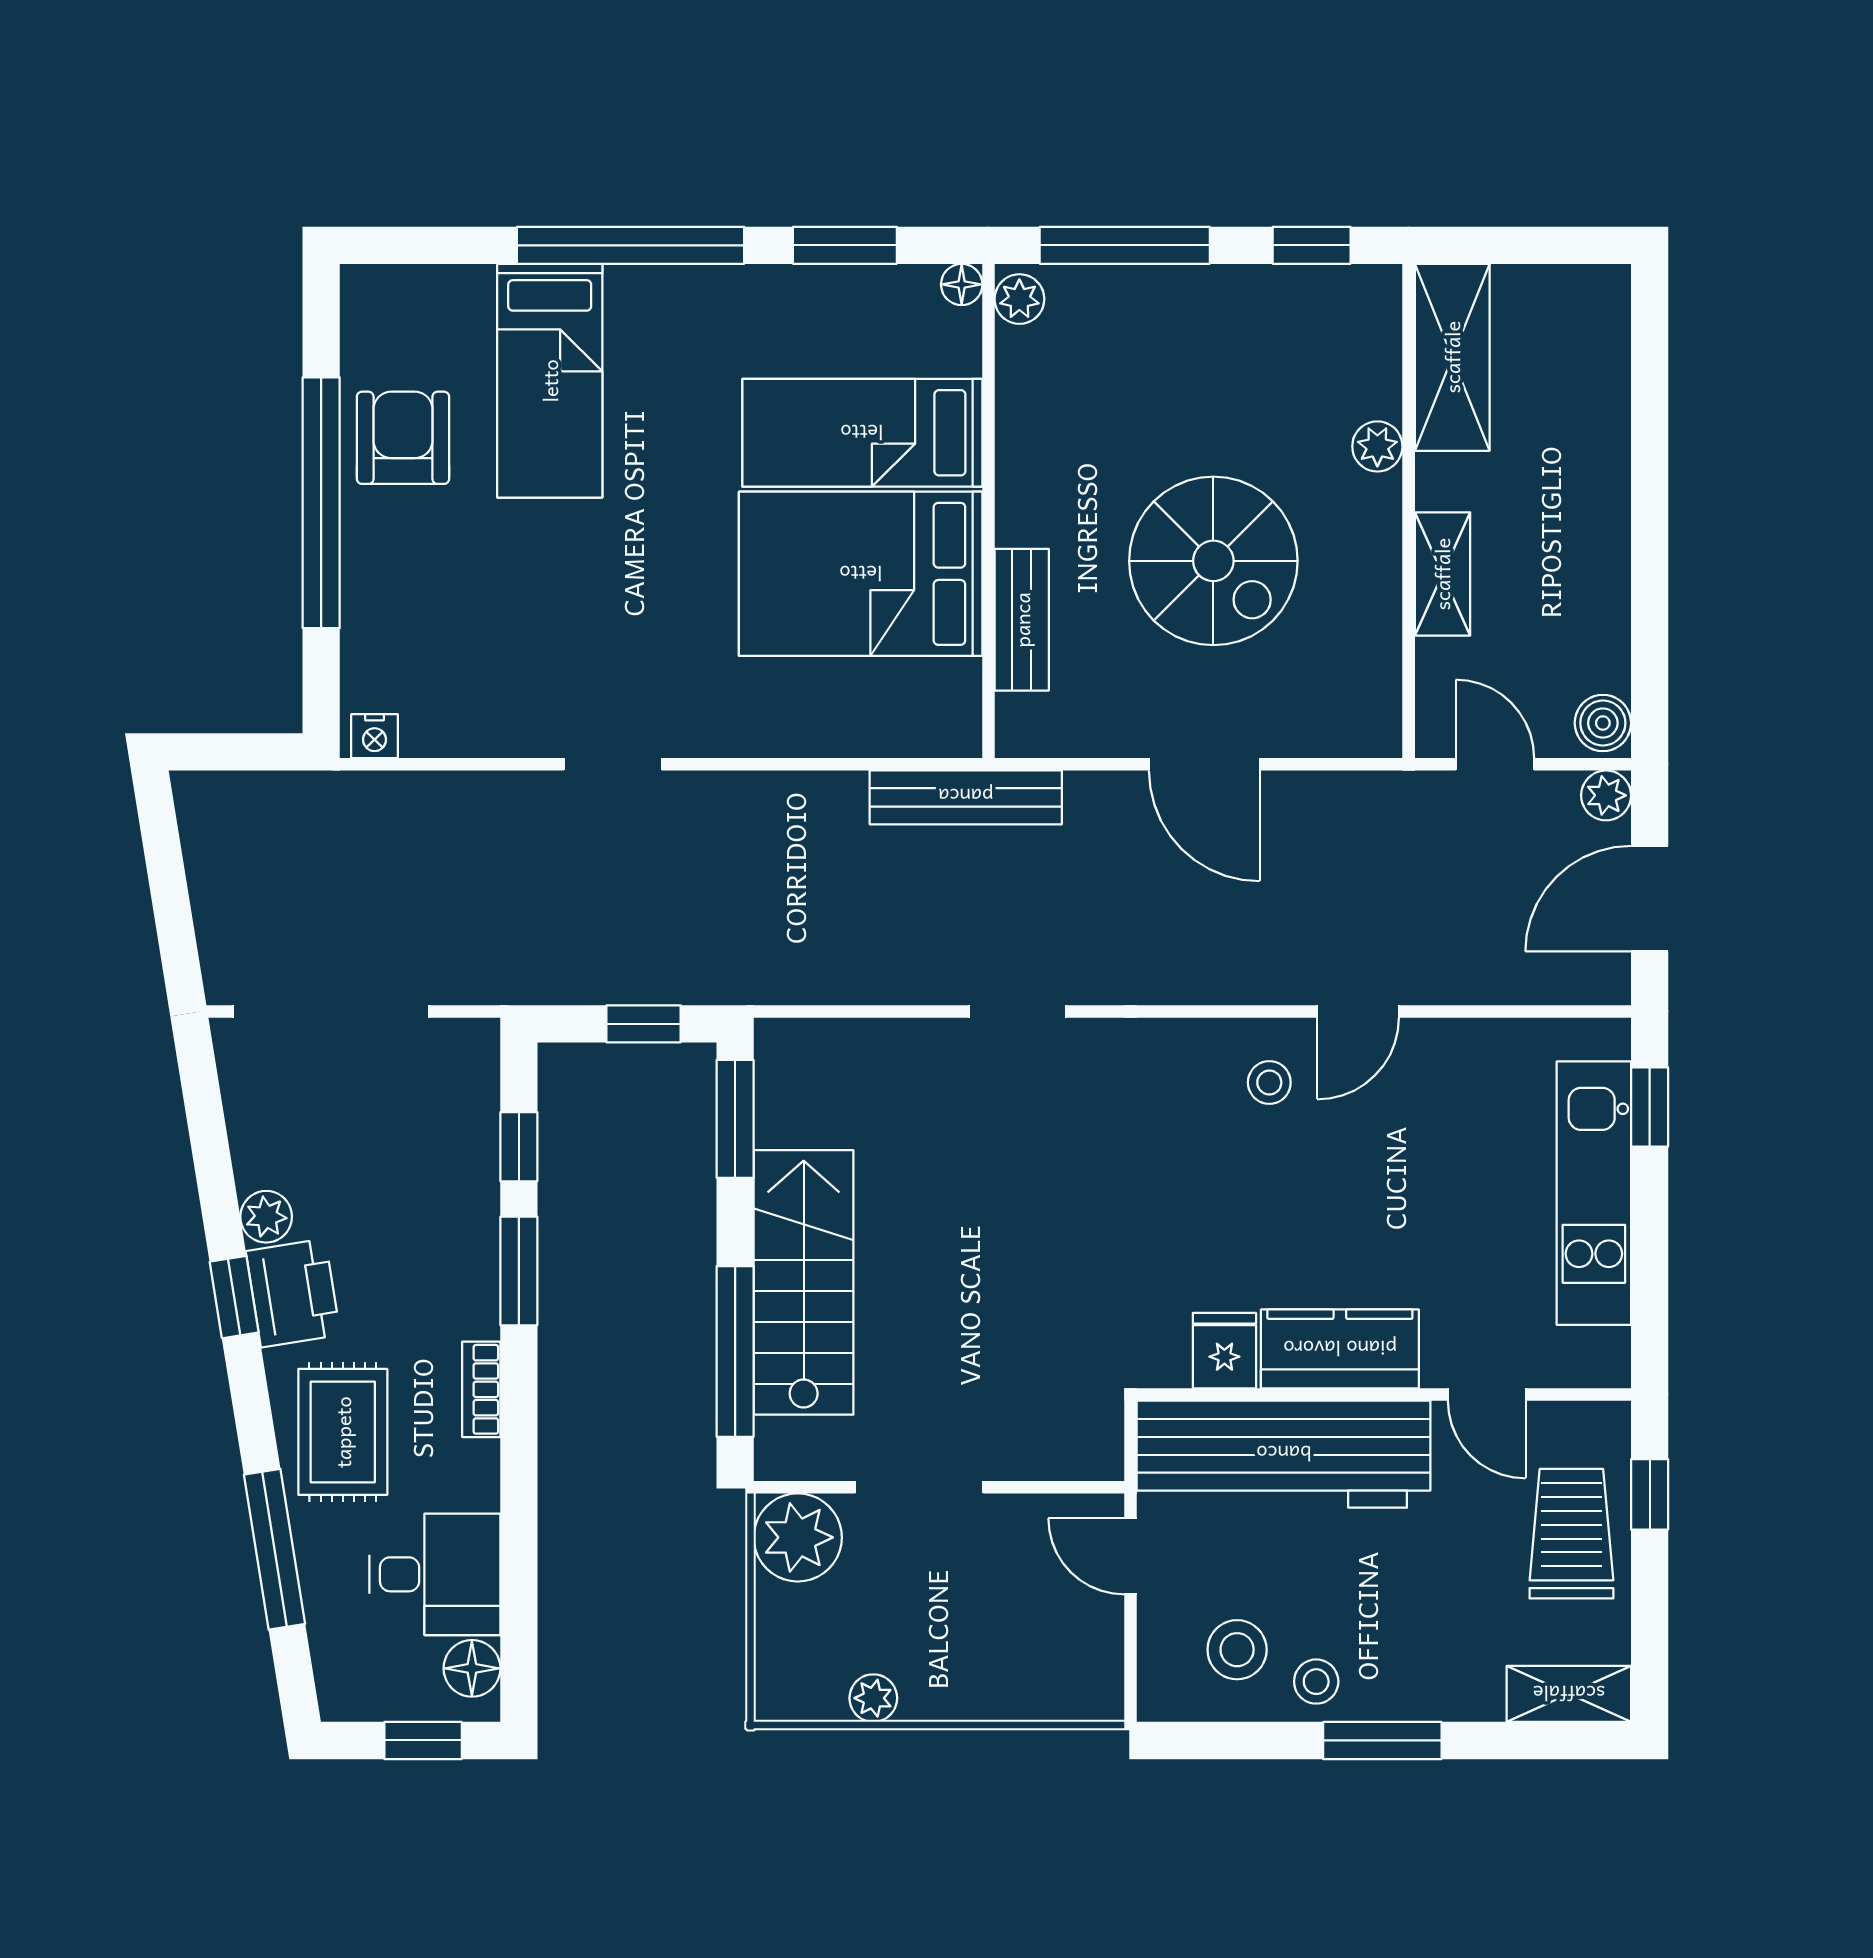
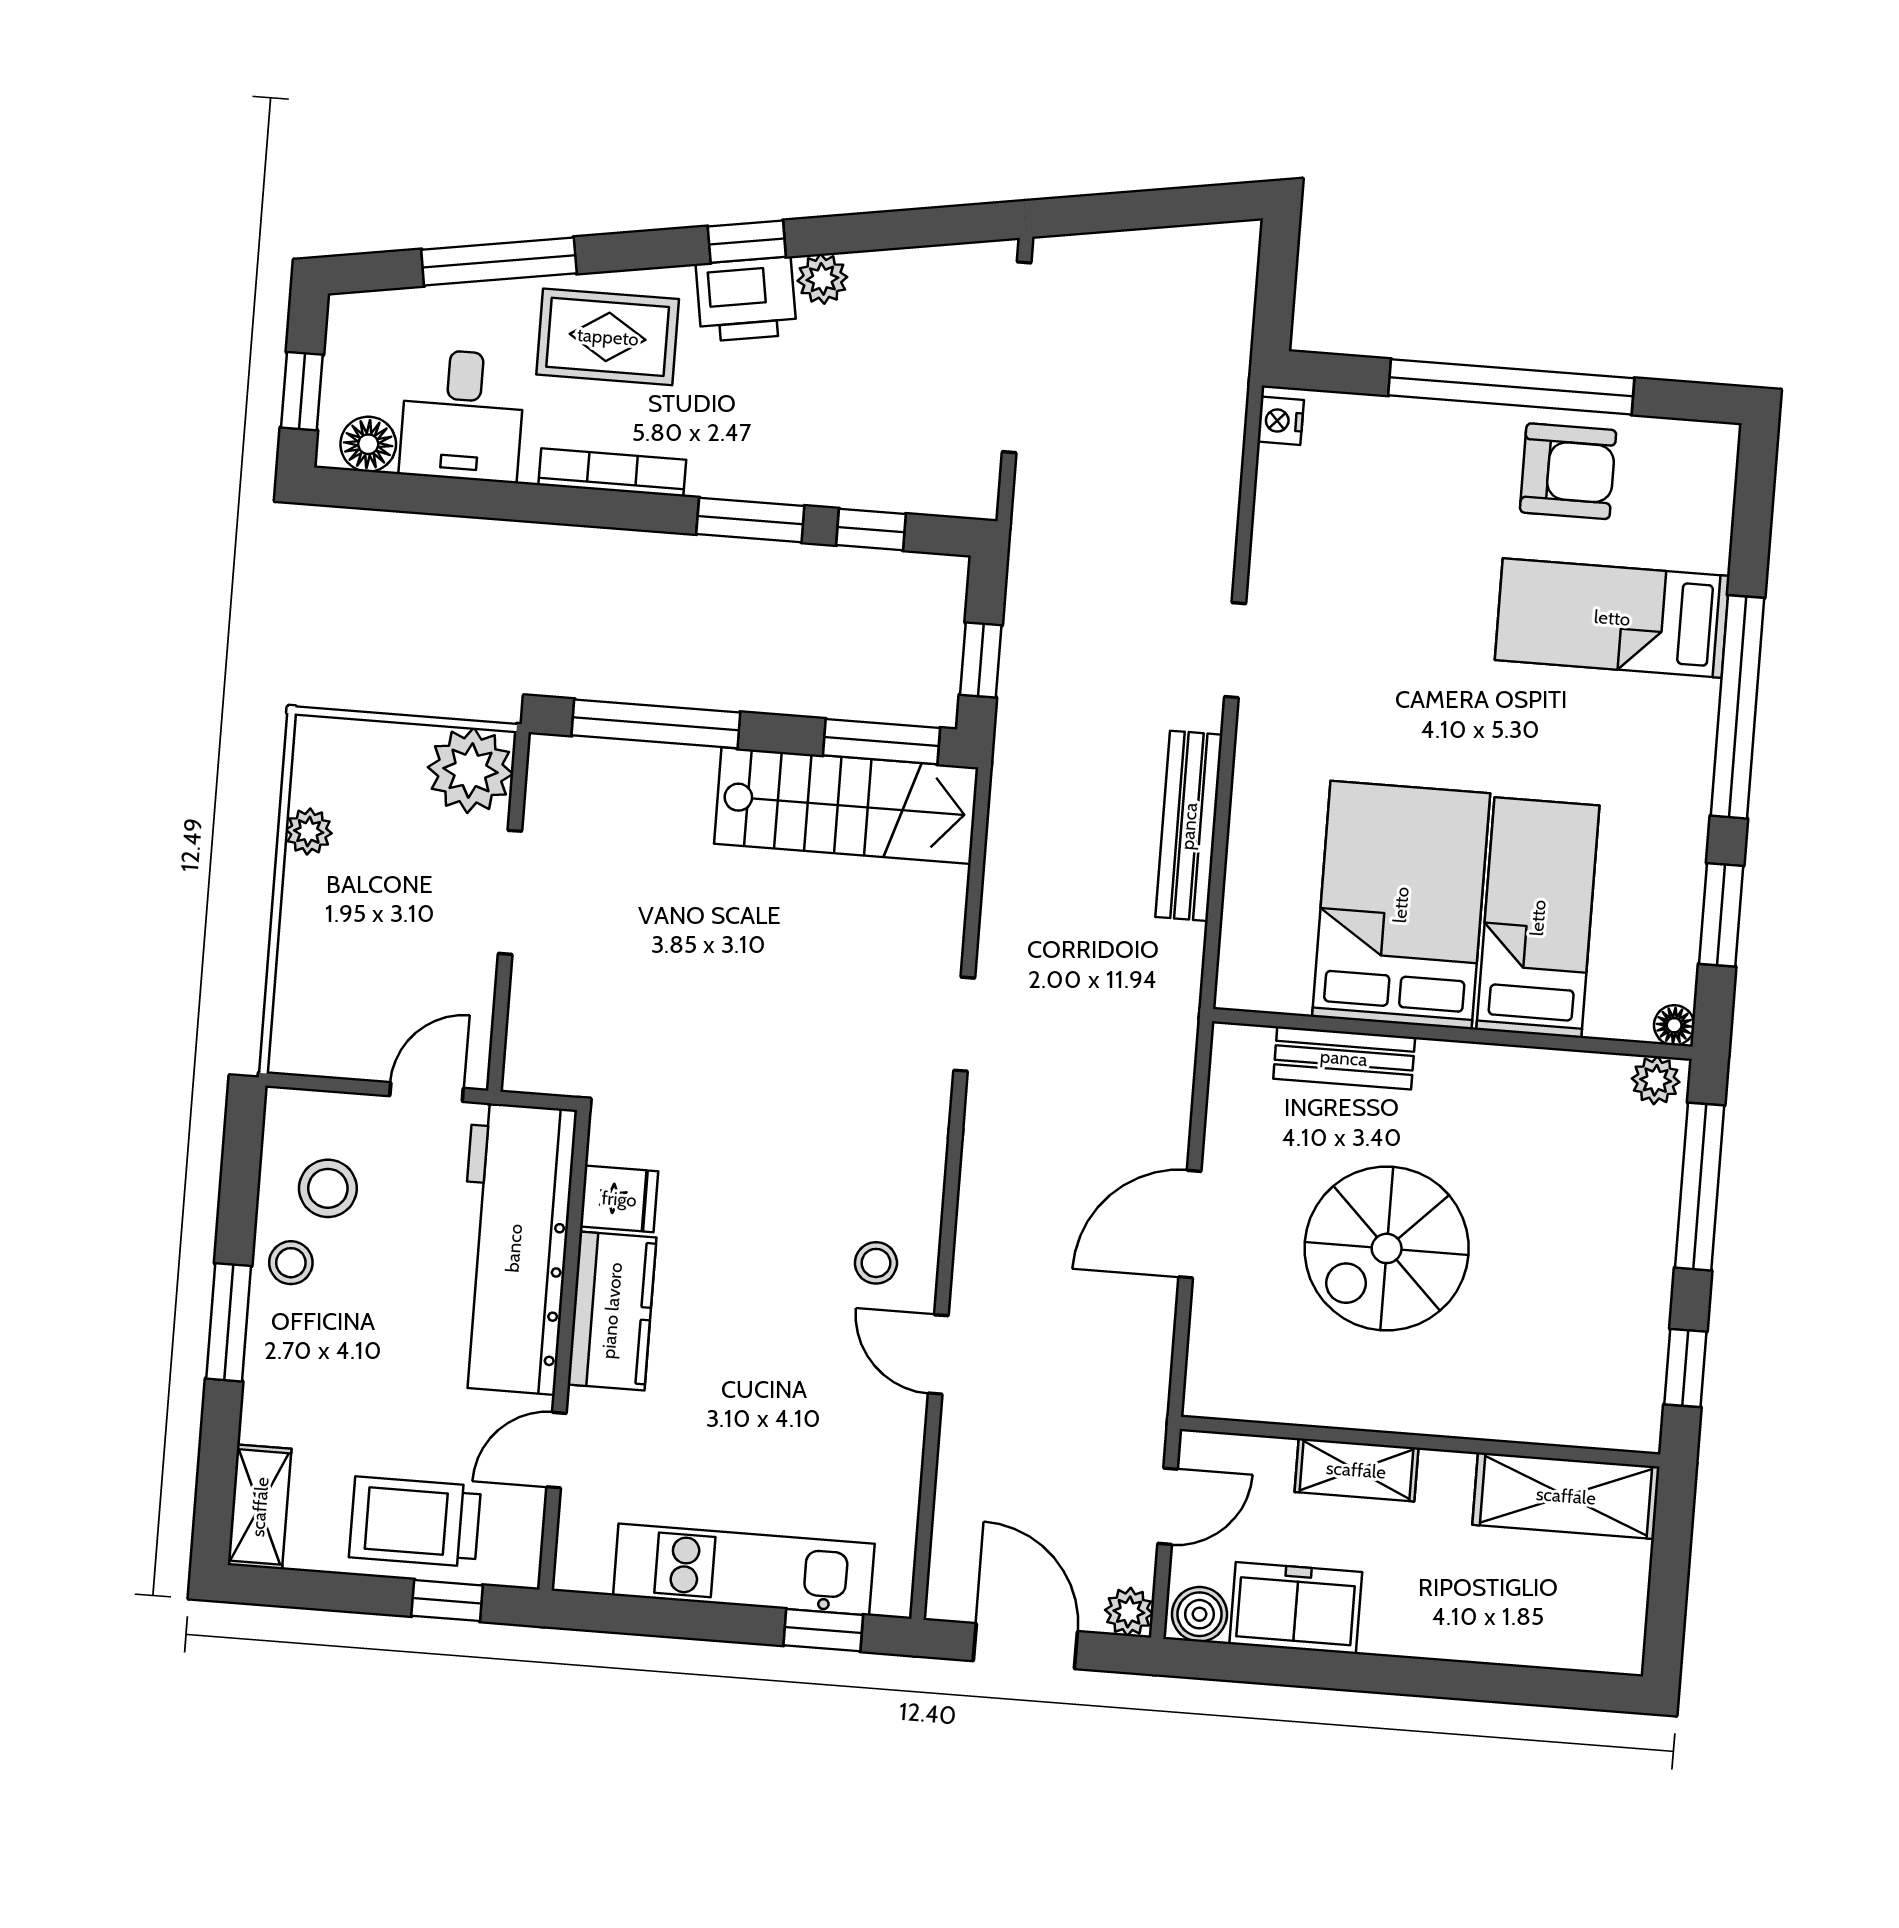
plant: (1377, 446) -> (1485, 1416), removed
freezer: (1589, 625) -> (1296, 1608), added
bench: (966, 797) -> (1189, 826), moved
stairs: (804, 1282) -> (846, 806), moved
bookcase: (481, 1389) -> (612, 472), width x1.56
trolley: (1571, 1534) -> (415, 1522), turned 180

